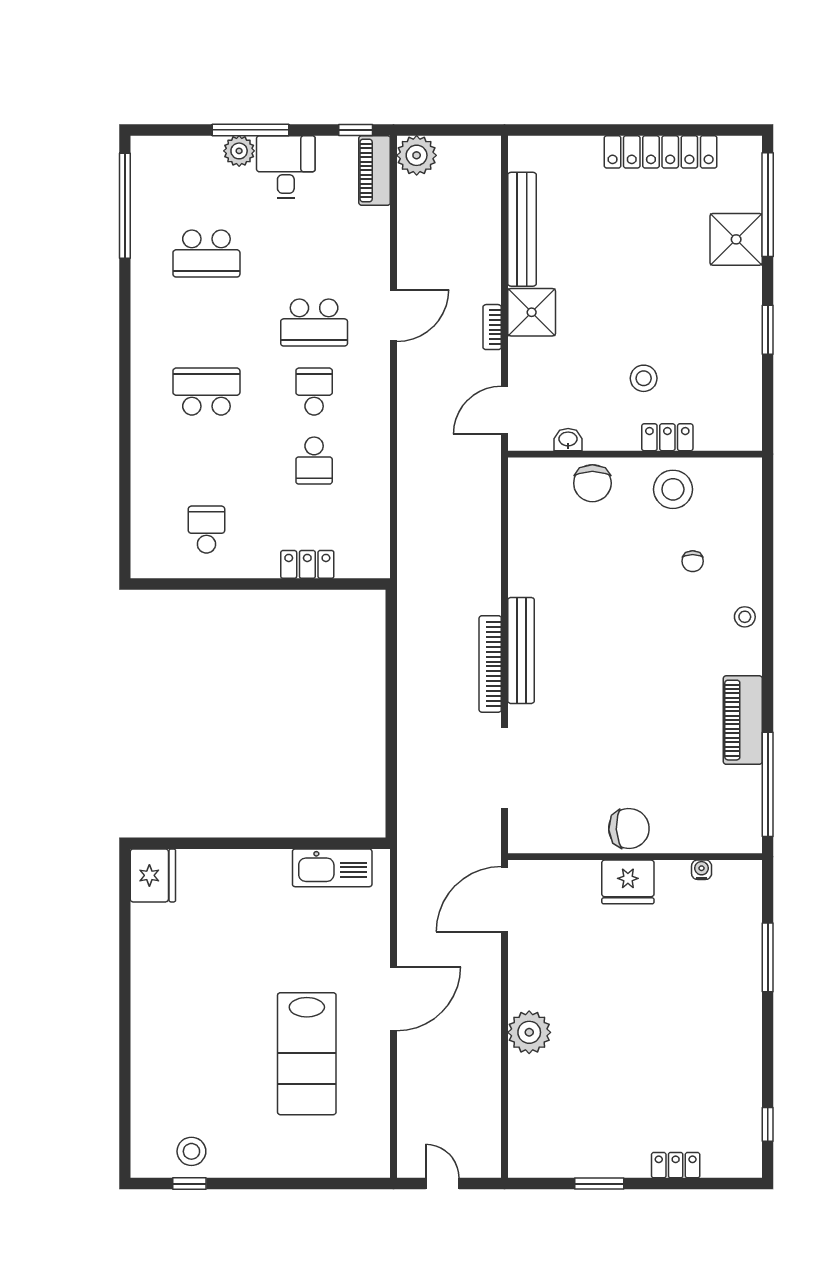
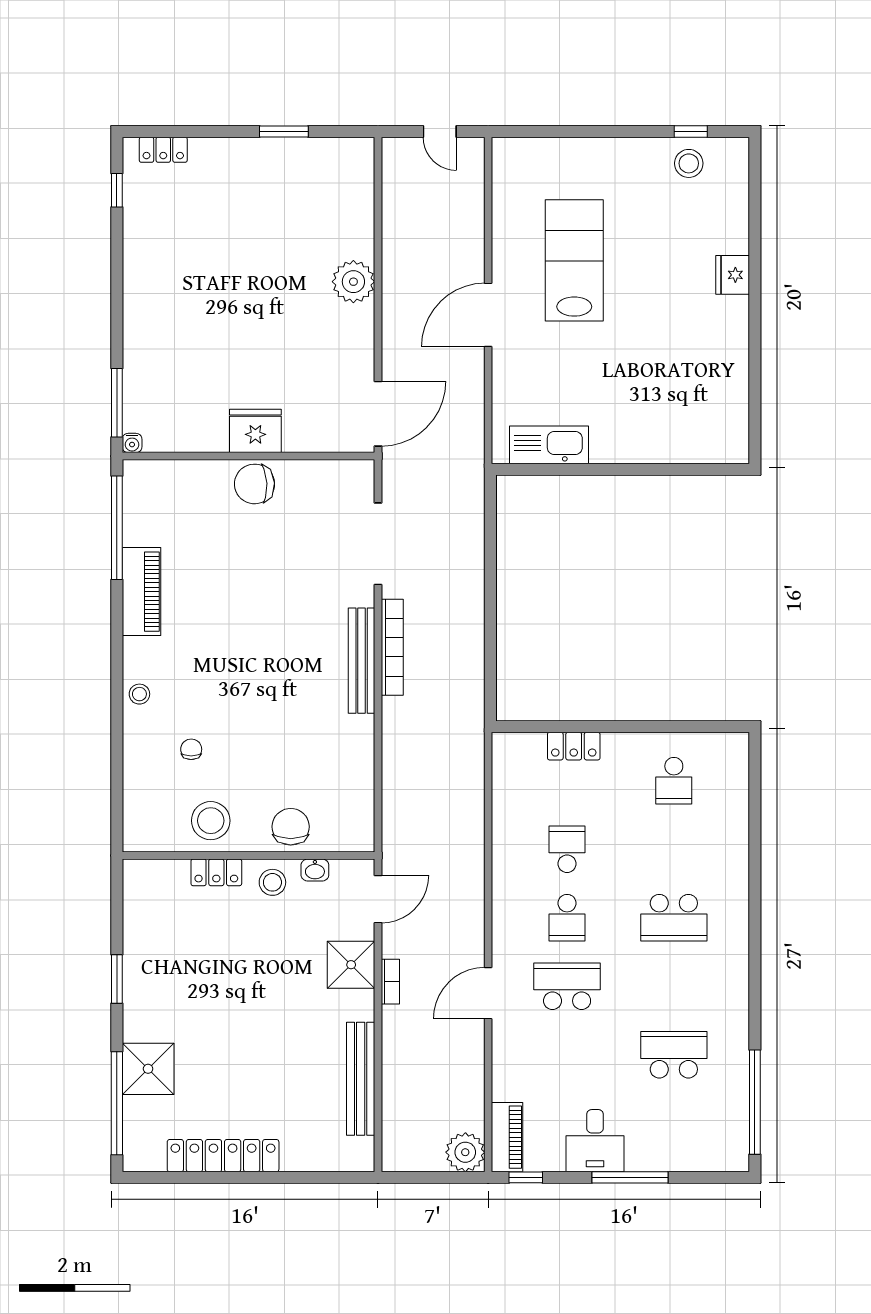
plant: (239, 151) -> (641, 1157), removed
shower: (532, 312) -> (351, 965), moved
stool: (644, 378) -> (272, 882), moved
water cooler: (702, 870) -> (132, 443), moved
fridge: (153, 875) -> (733, 275), moved, width x0.73, depth x0.75
window: (768, 957) -> (117, 403), moved
locker: (676, 1165) -> (163, 150), moved

